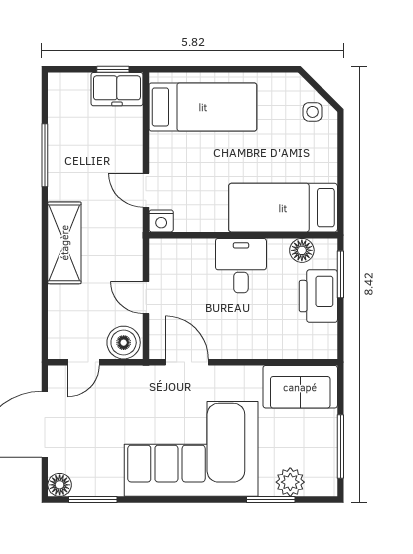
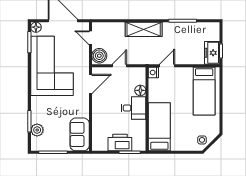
floor lamp: (302, 250) -> (140, 90), moved
corner sofa: (191, 449) -> (52, 66), moved

